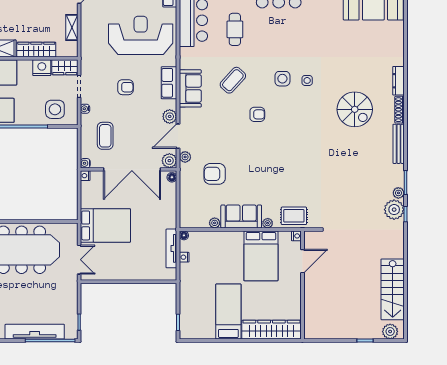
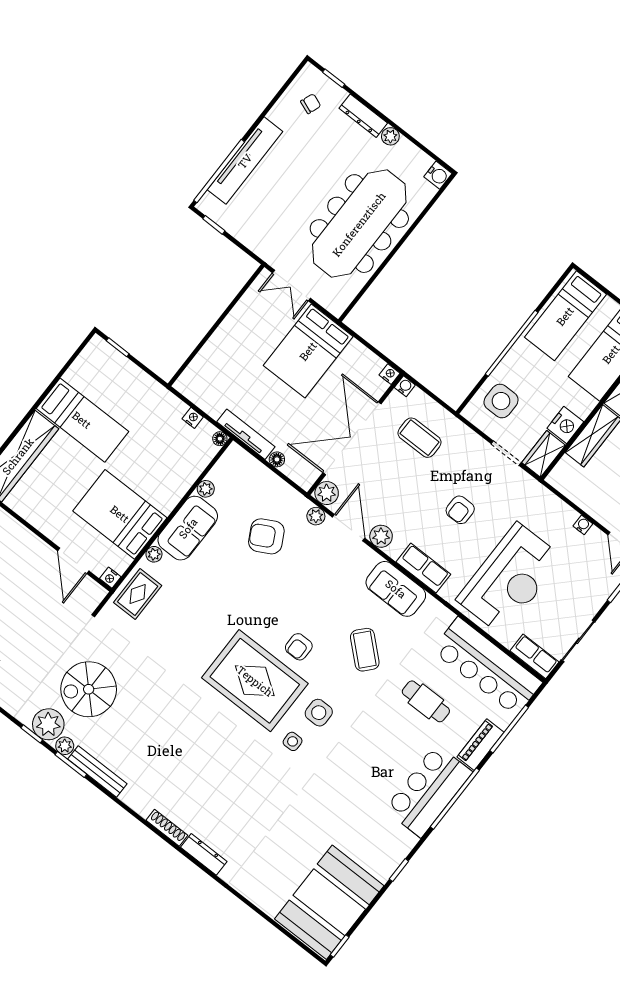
shelving: (72, 27) -> (586, 501), removed
water cooler: (85, 109) -> (583, 525), moved
spiral stairs: (355, 109) -> (89, 689), moved
rug: (291, 123) -> (255, 681), added
bench: (399, 144) -> (97, 771), moved
armchair: (215, 174) -> (266, 536), turned -118
floor lamp: (172, 177) -> (277, 459), moved
tv unit: (171, 248) -> (246, 434), moved

